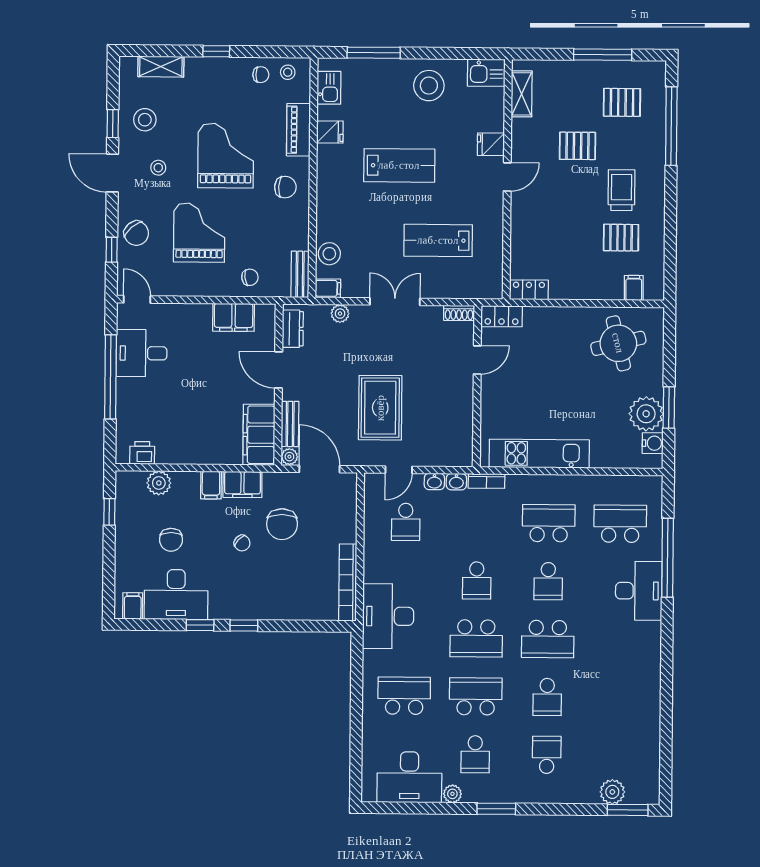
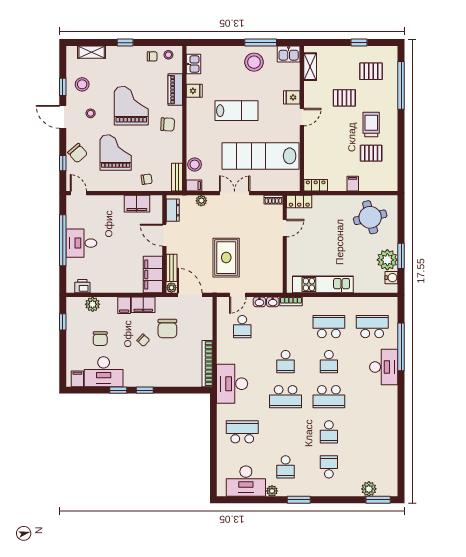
window: (374, 53) -> (261, 43), moved
window: (603, 55) -> (359, 43), width x0.46
lab bench: (438, 240) -> (260, 156), width x1.86, depth x1.39
filing cabinet: (634, 288) -> (353, 184), moved
desk: (142, 353) -> (81, 243), moved
school desk: (476, 696) -> (286, 432), removed

